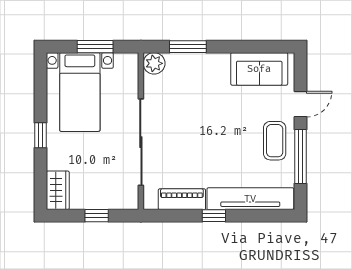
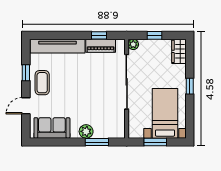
plant: (154, 63) -> (86, 131), moved
window: (300, 157) -> (26, 73), width x0.46
plant: (130, 201) -> (133, 44), added
window: (214, 216) -> (99, 35), moved

